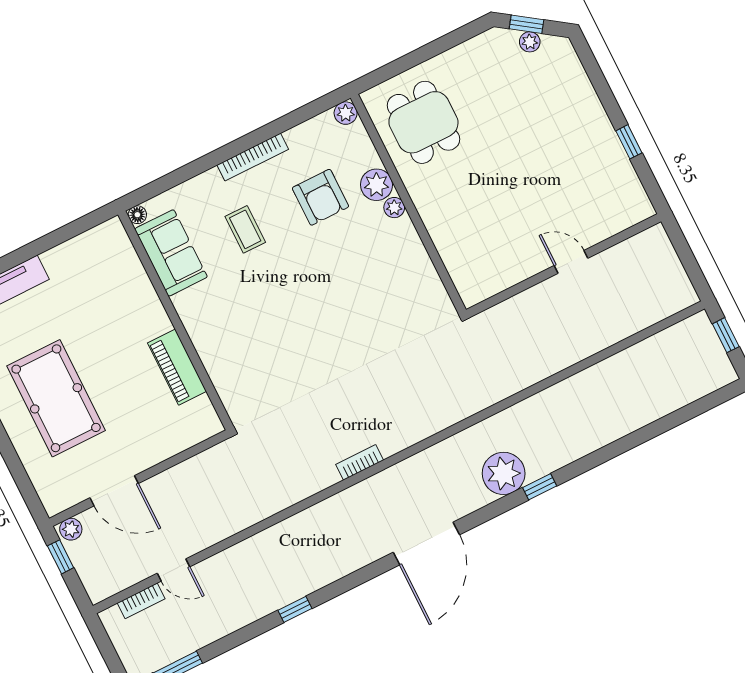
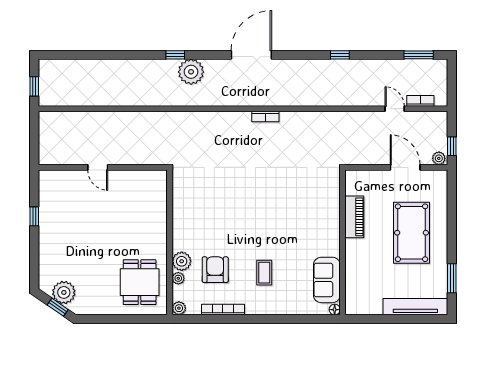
plant: (530, 42) -> (64, 292), width x1.88, depth x1.88
bookcase: (253, 157) -> (223, 309), moved
plant: (394, 208) -> (178, 278), moved
floor lamp: (137, 215) -> (335, 310), moved
sofa: (171, 253) -> (327, 280), moved
wall: (176, 320) -> (342, 242), moved
piano: (177, 367) -> (354, 217), moved

